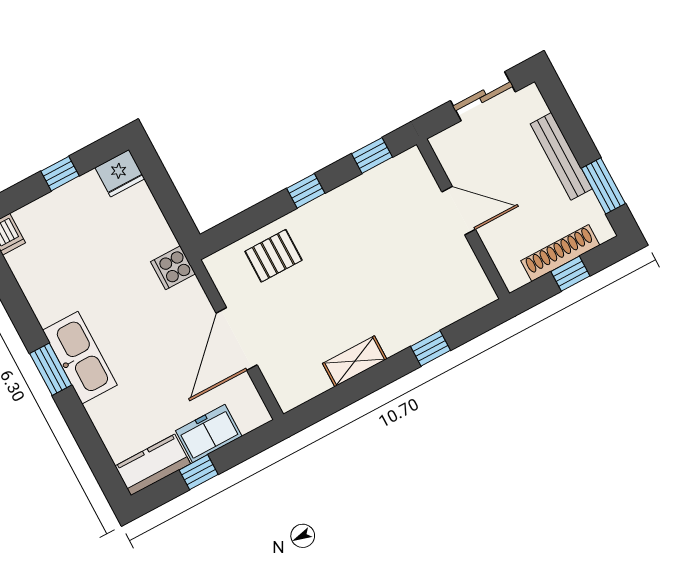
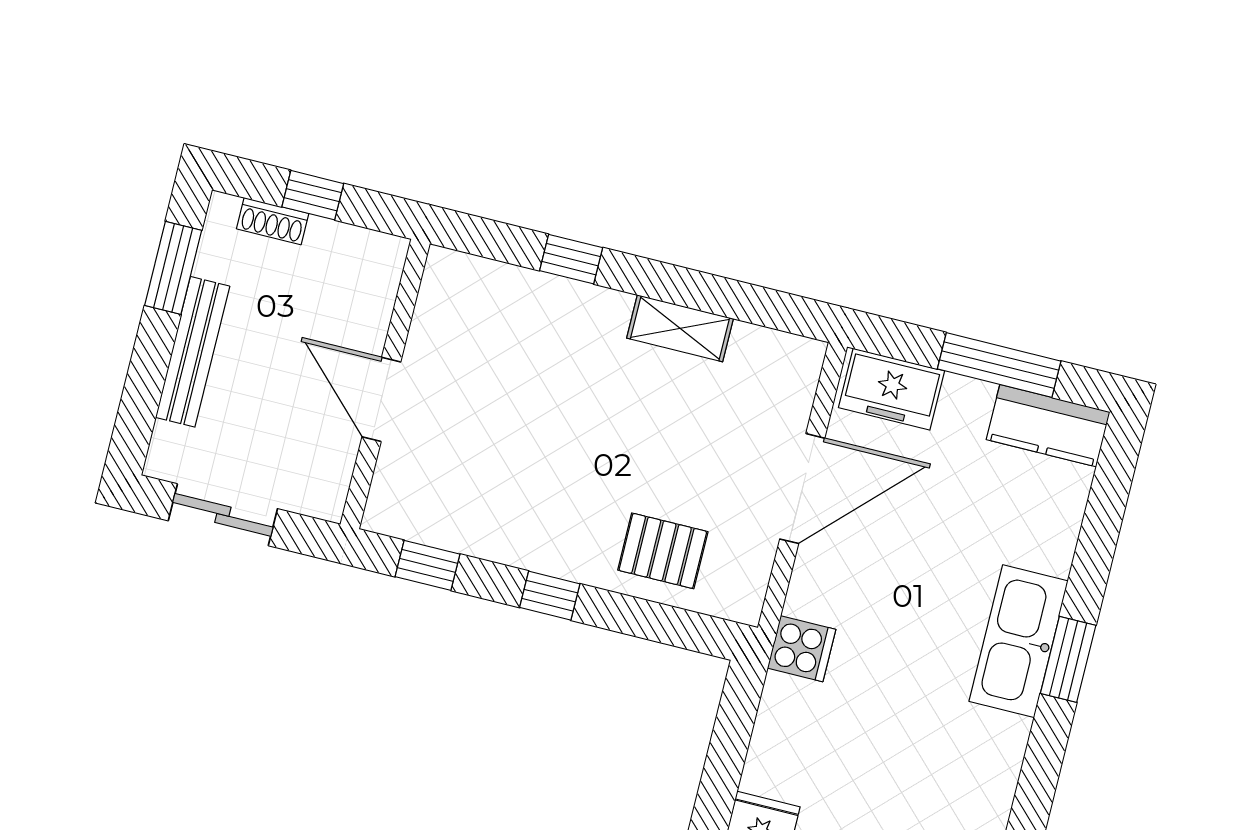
shoe rack: (560, 253) -> (273, 221), width x0.51, depth x0.81
freezer: (209, 434) -> (892, 389), moved
window: (199, 472) -> (999, 365), width x2.17

